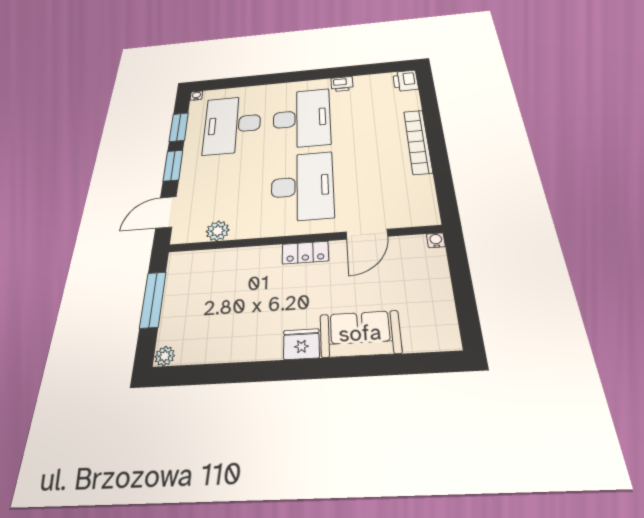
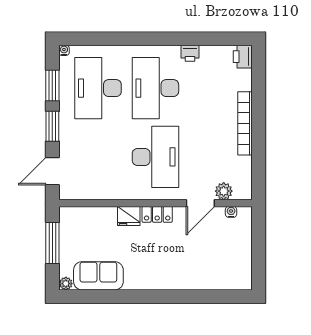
desk: (302, 118) -> (155, 88), turned 180
plant: (218, 231) -> (224, 191), moved
water cooler: (436, 240) -> (231, 212), moved
sofa: (360, 334) -> (98, 276), moved
fridge: (301, 344) -> (129, 216), moved, turned 180

